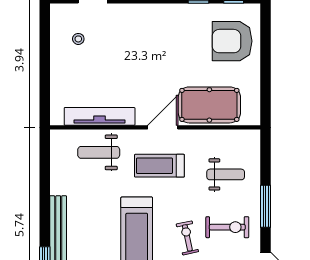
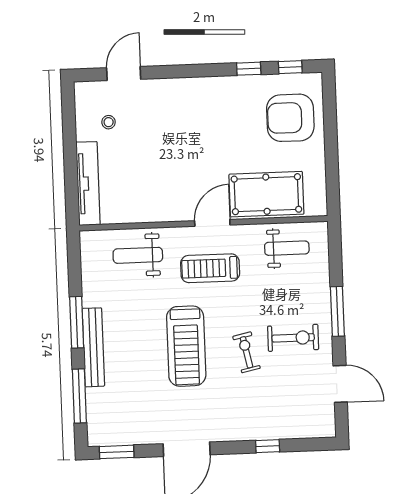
tv unit: (100, 116) -> (88, 184), moved, turned 90
weight bench: (226, 174) -> (287, 248), moved
window: (45, 207) -> (77, 322), added

